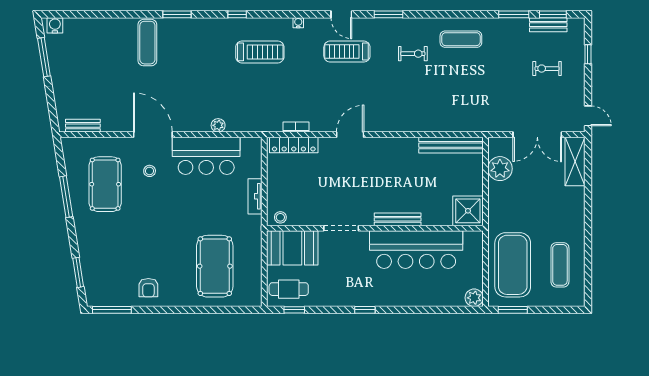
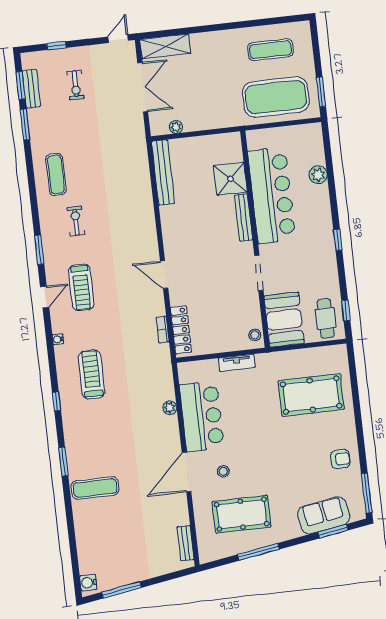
plant: (500, 169) -> (176, 127), width x0.53, depth x0.53
shower: (468, 211) -> (230, 179), moved
sofa: (95, 265) -> (324, 515), added
plant: (474, 298) -> (318, 175), moved

